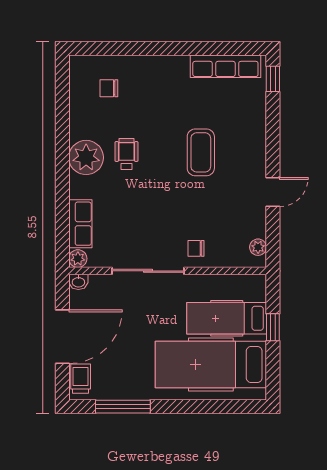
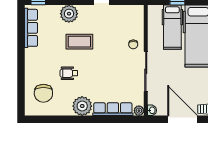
chair: (109, 88) -> (43, 93), width x1.87, depth x1.87
wheelchair: (127, 154) -> (69, 73), moved
row of seats: (80, 224) -> (113, 109), width x1.48
plant: (258, 247) -> (69, 14), moved, width x1.88, depth x1.88

